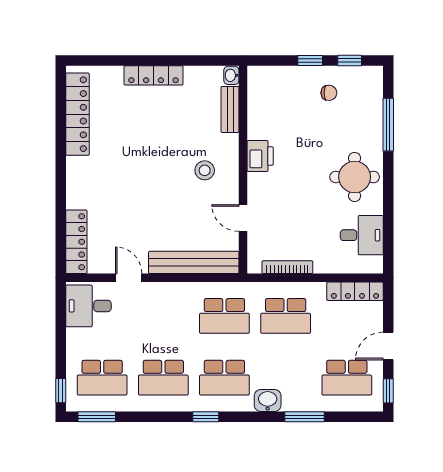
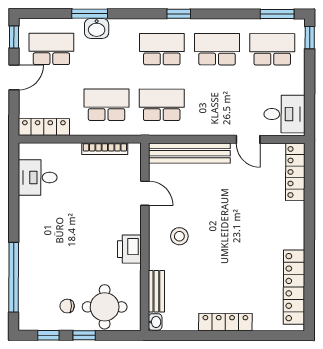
window: (388, 125) -> (14, 277), width x1.46
round table: (355, 177) -> (105, 307), moved
washbasin: (268, 400) -> (97, 28), moved

